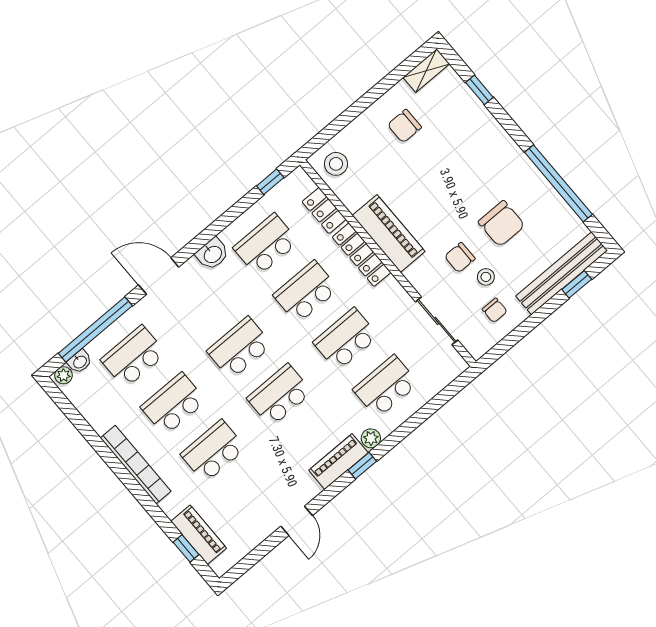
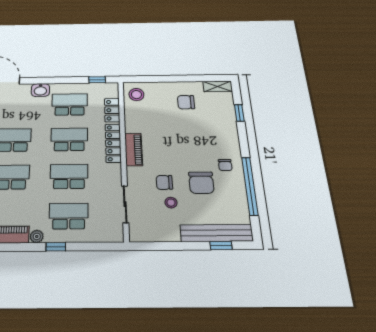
piano: (389, 233) -> (133, 150), width x0.73, depth x0.75
chair: (495, 310) -> (225, 165), moved
window: (362, 466) -> (56, 247), moved

